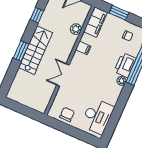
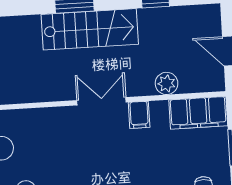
double door: (63, 75) -> (101, 101), moved

